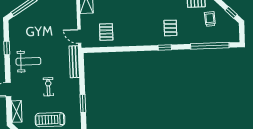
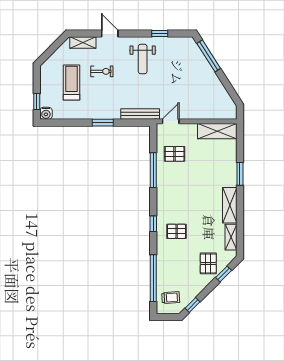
trolley: (210, 19) -> (171, 298), moved
window: (120, 49) -> (153, 170), added
exercise bike: (48, 87) -> (102, 71), moved
window: (83, 104) -> (103, 123), moved

